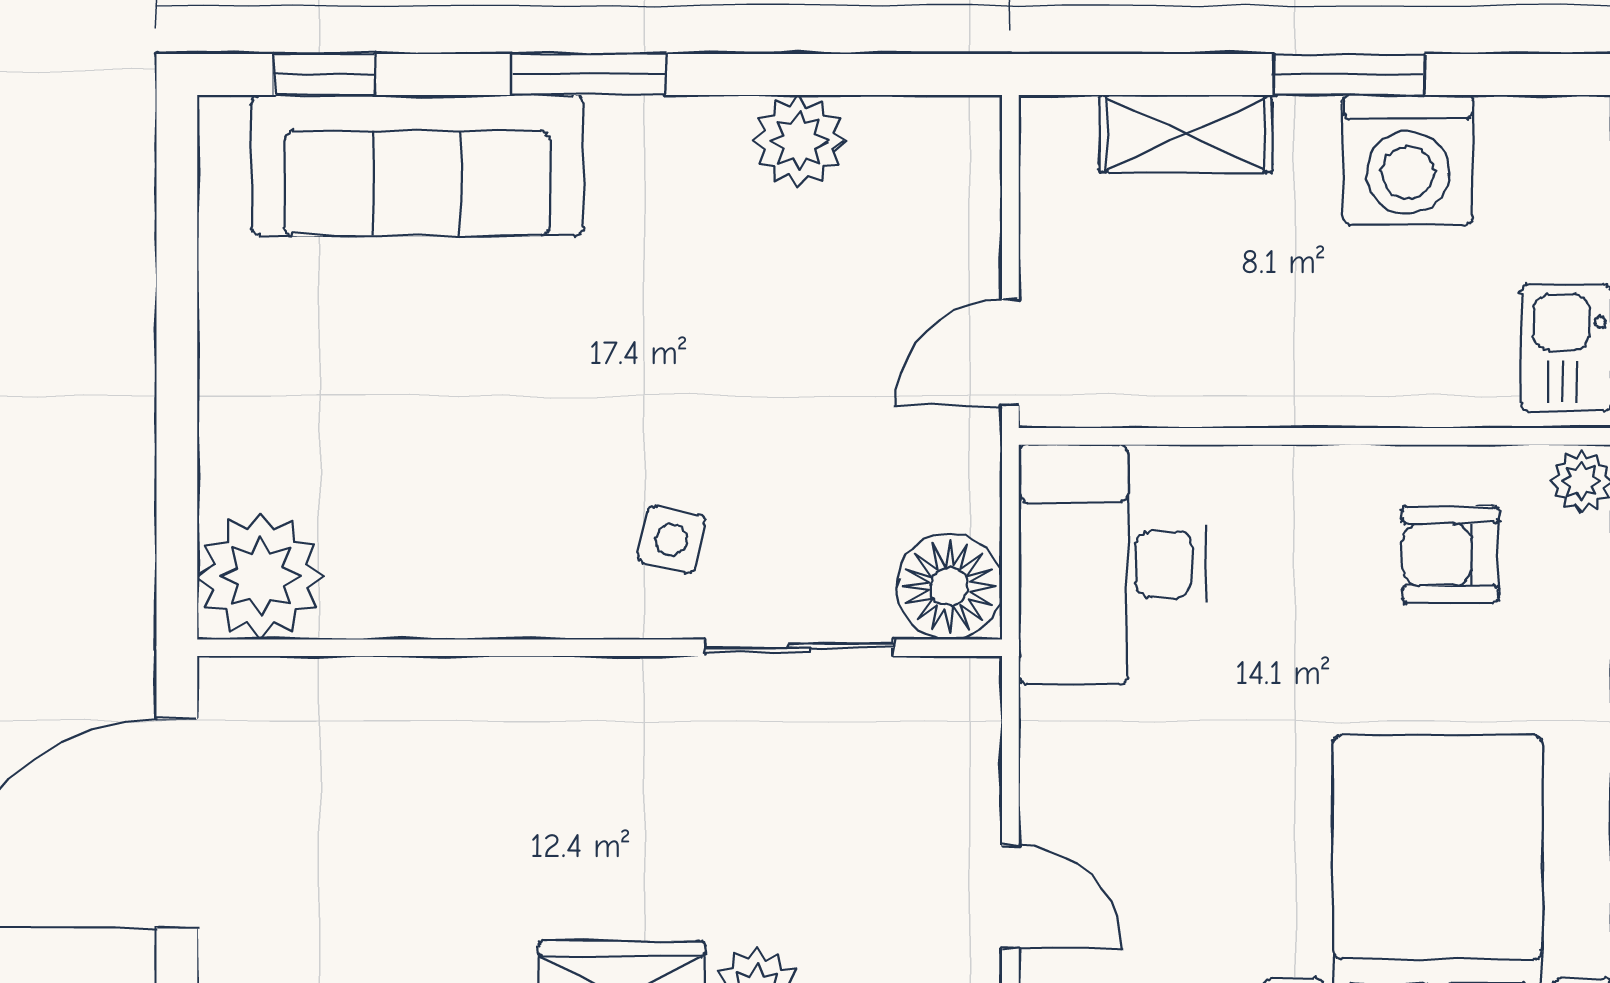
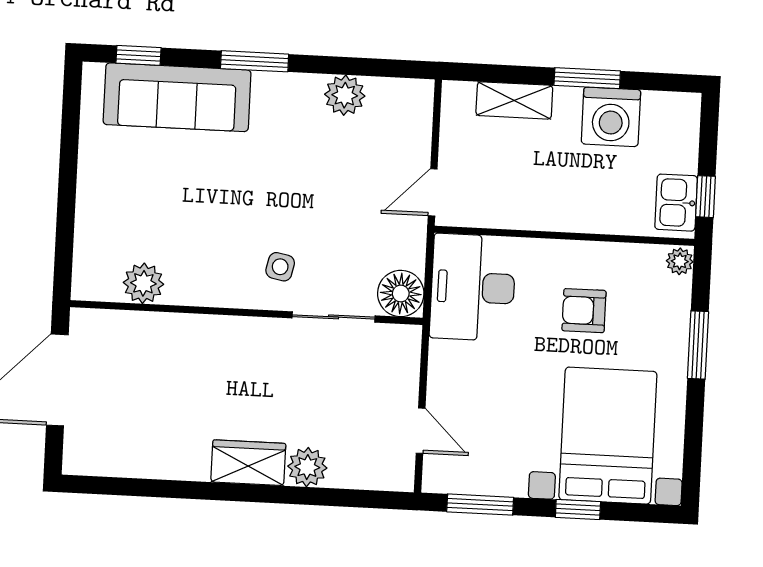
armchair: (1450, 554) -> (584, 311), moved
plant: (261, 576) -> (143, 283), moved, width x0.73, depth x0.73

